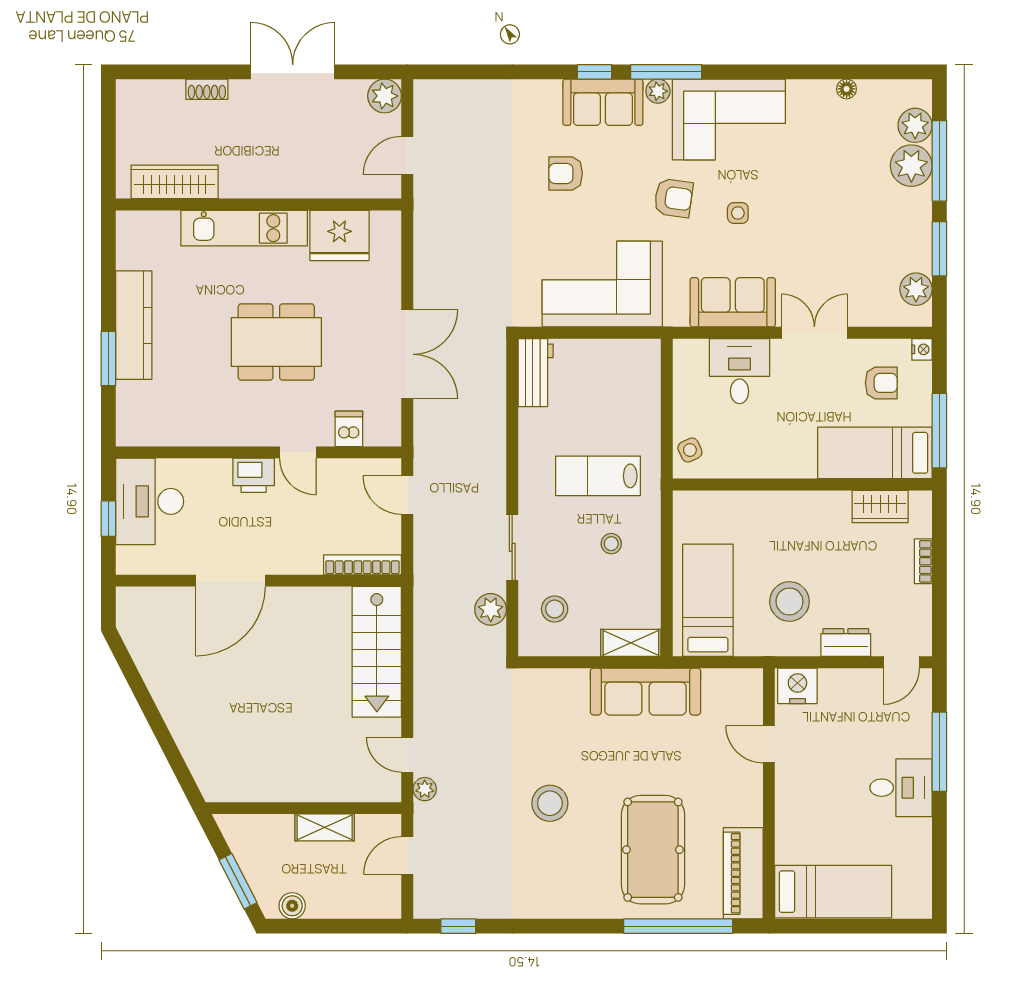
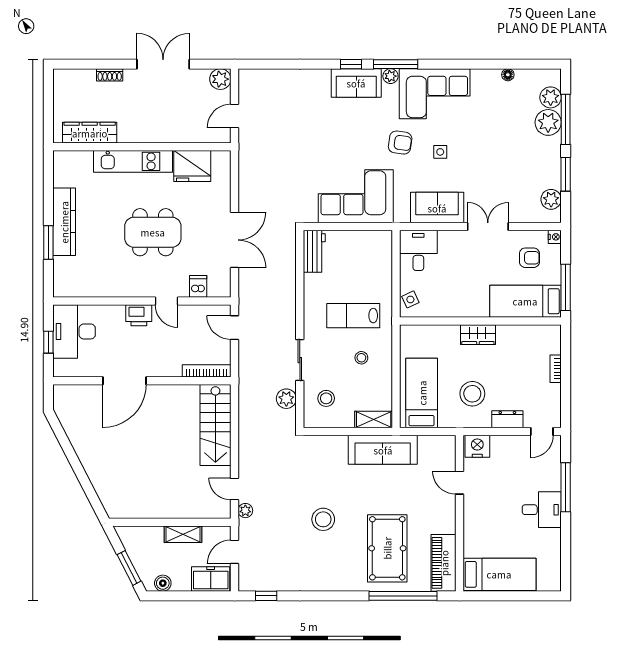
armchair: (566, 173) -> (333, 127), removed
desk: (740, 371) -> (418, 250), moved
wardrobe: (880, 506) -> (478, 335), moved
freezer: (369, 899) -> (211, 579), added

